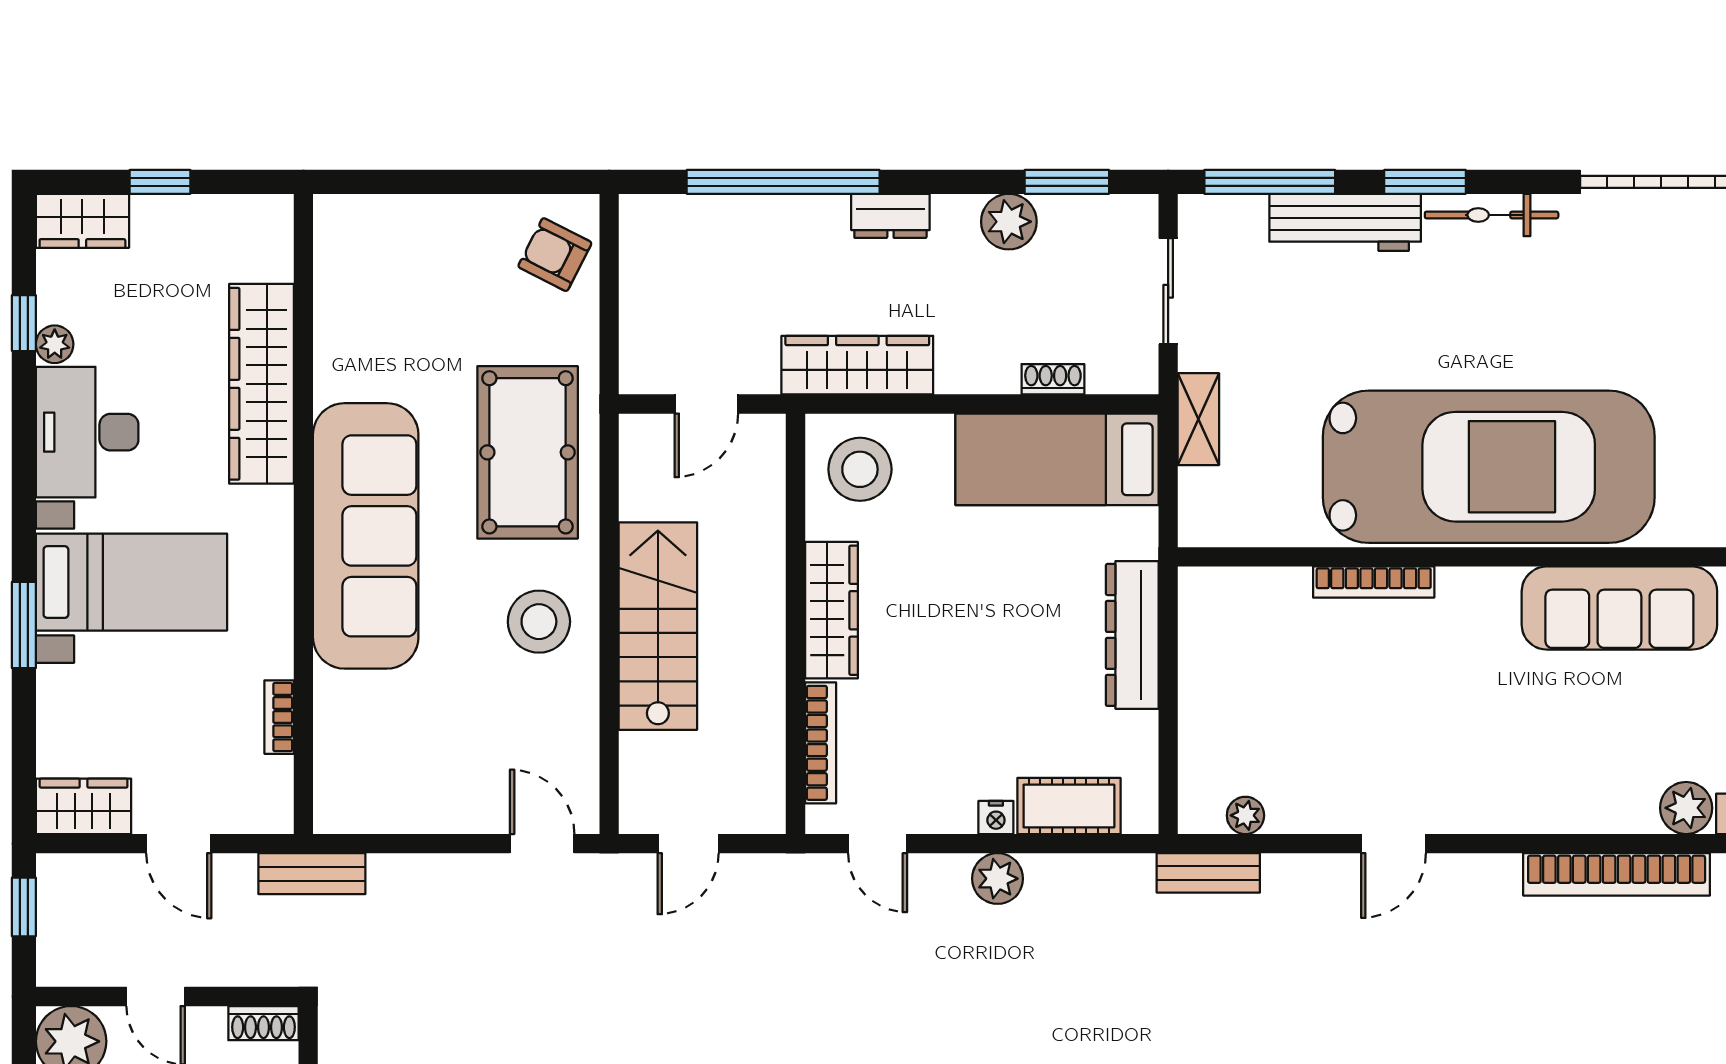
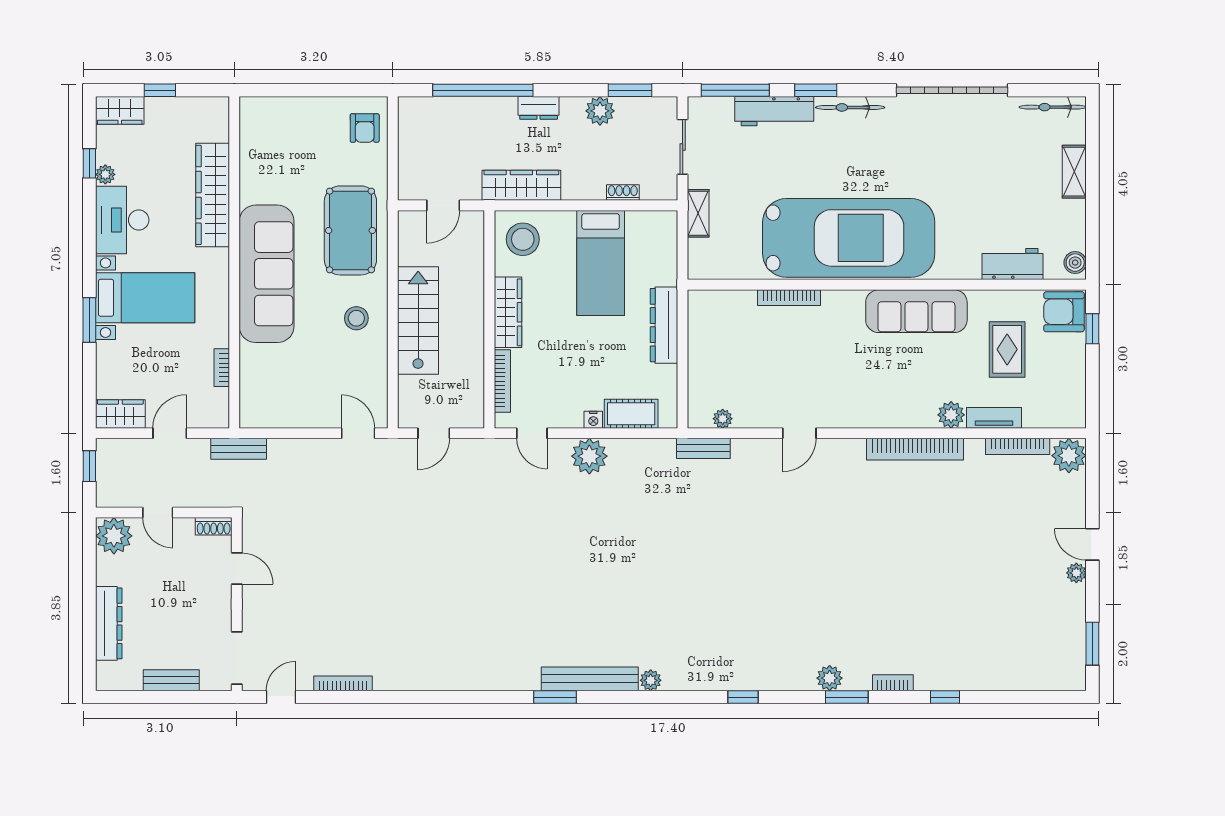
armchair: (555, 255) -> (365, 128), turned -117
bed: (1057, 459) -> (601, 263), moved, turned -90
stool: (539, 622) -> (356, 318), width x0.73, depth x0.73
door: (179, 844) -> (170, 433), swing flipped
plant: (998, 879) -> (589, 456), width x1.36, depth x1.36

